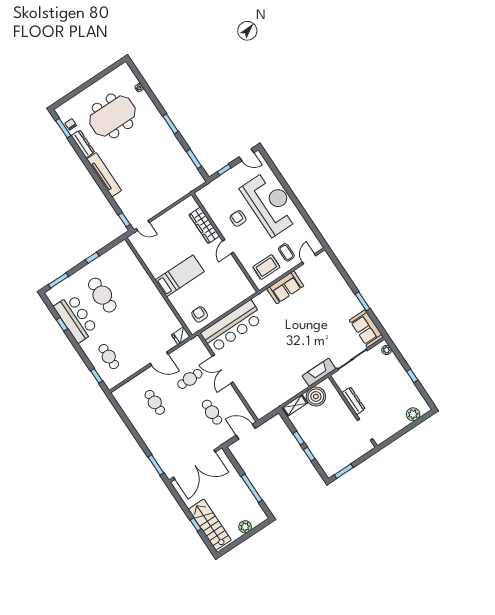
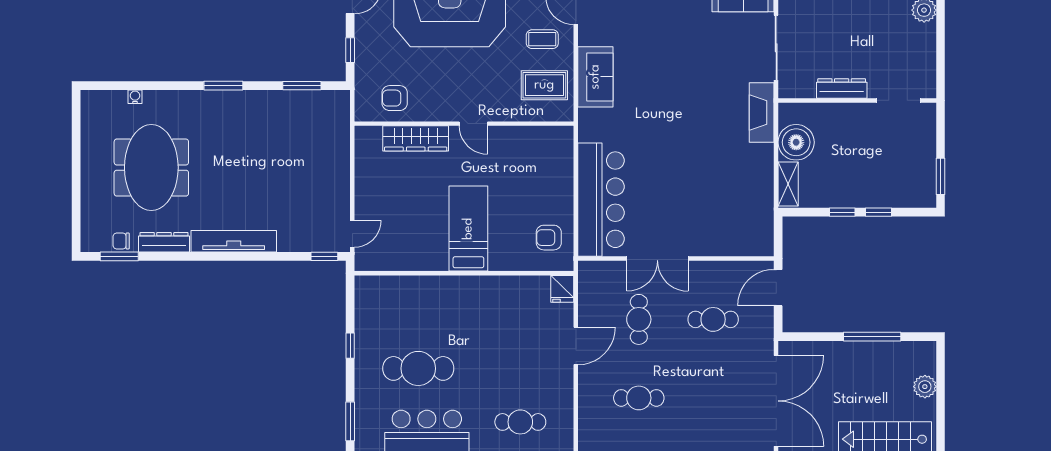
armchair: (238, 218) -> (395, 98), moved
rug: (266, 267) -> (544, 85), turned 90

